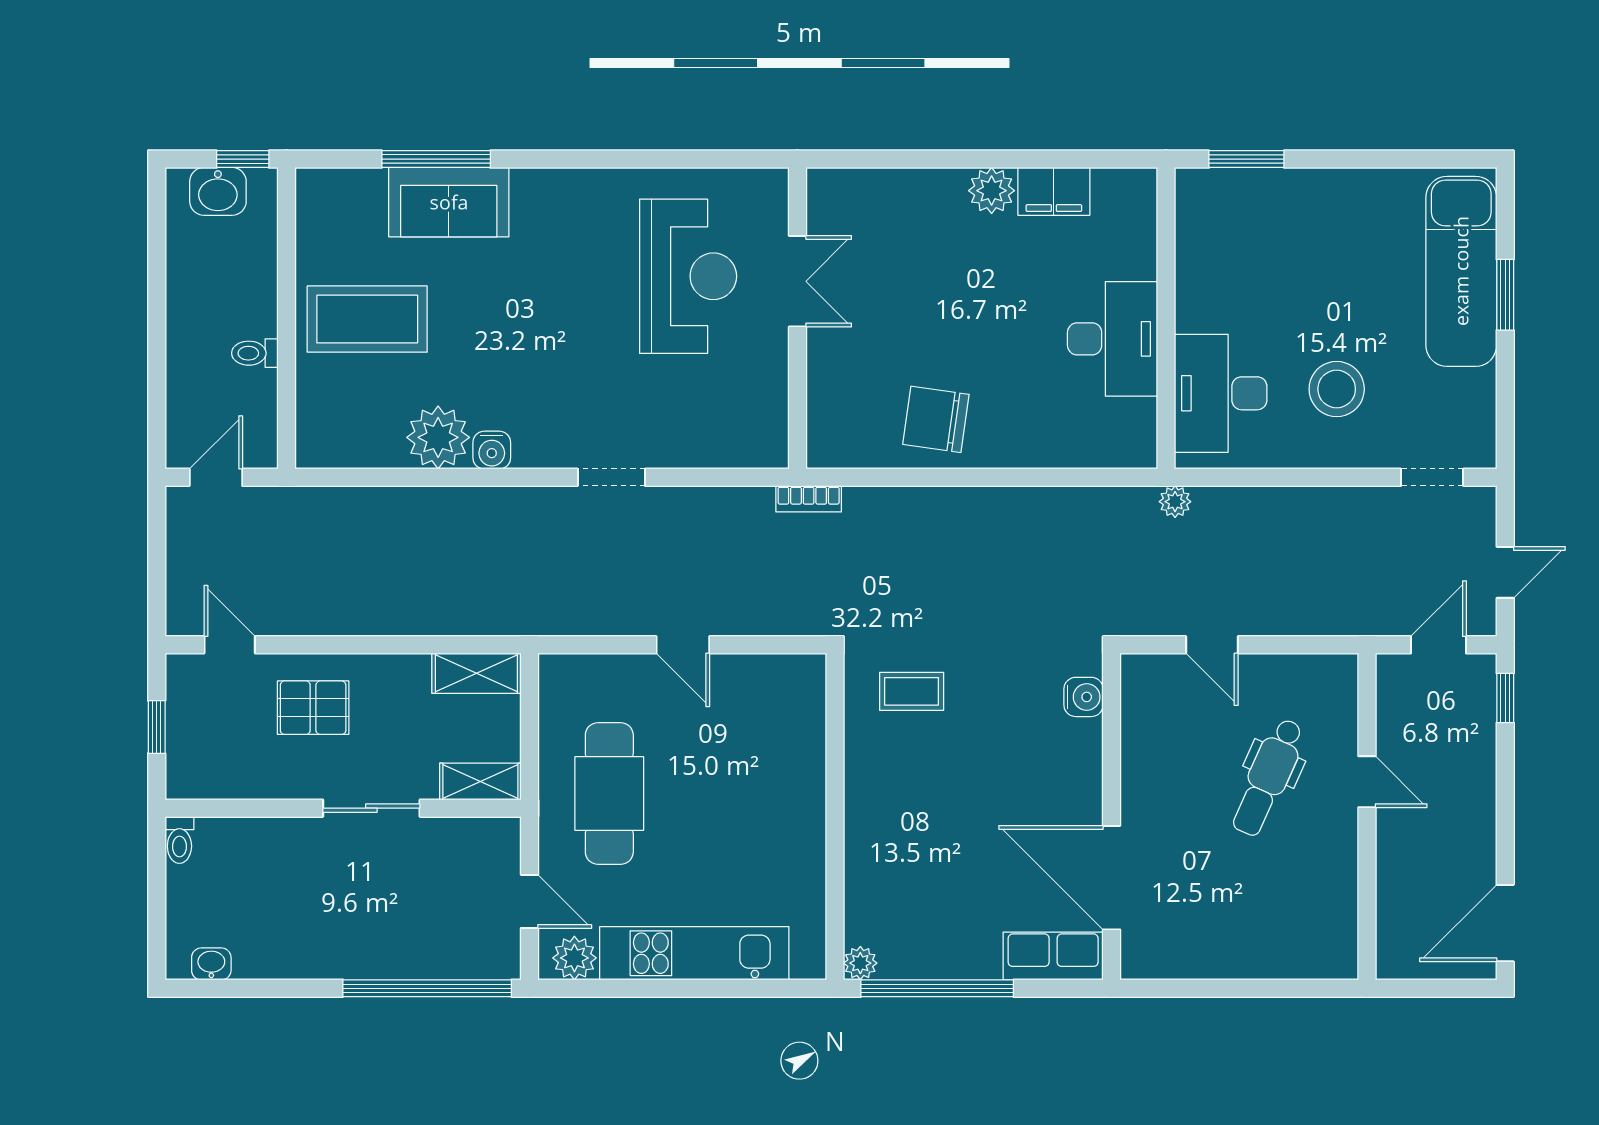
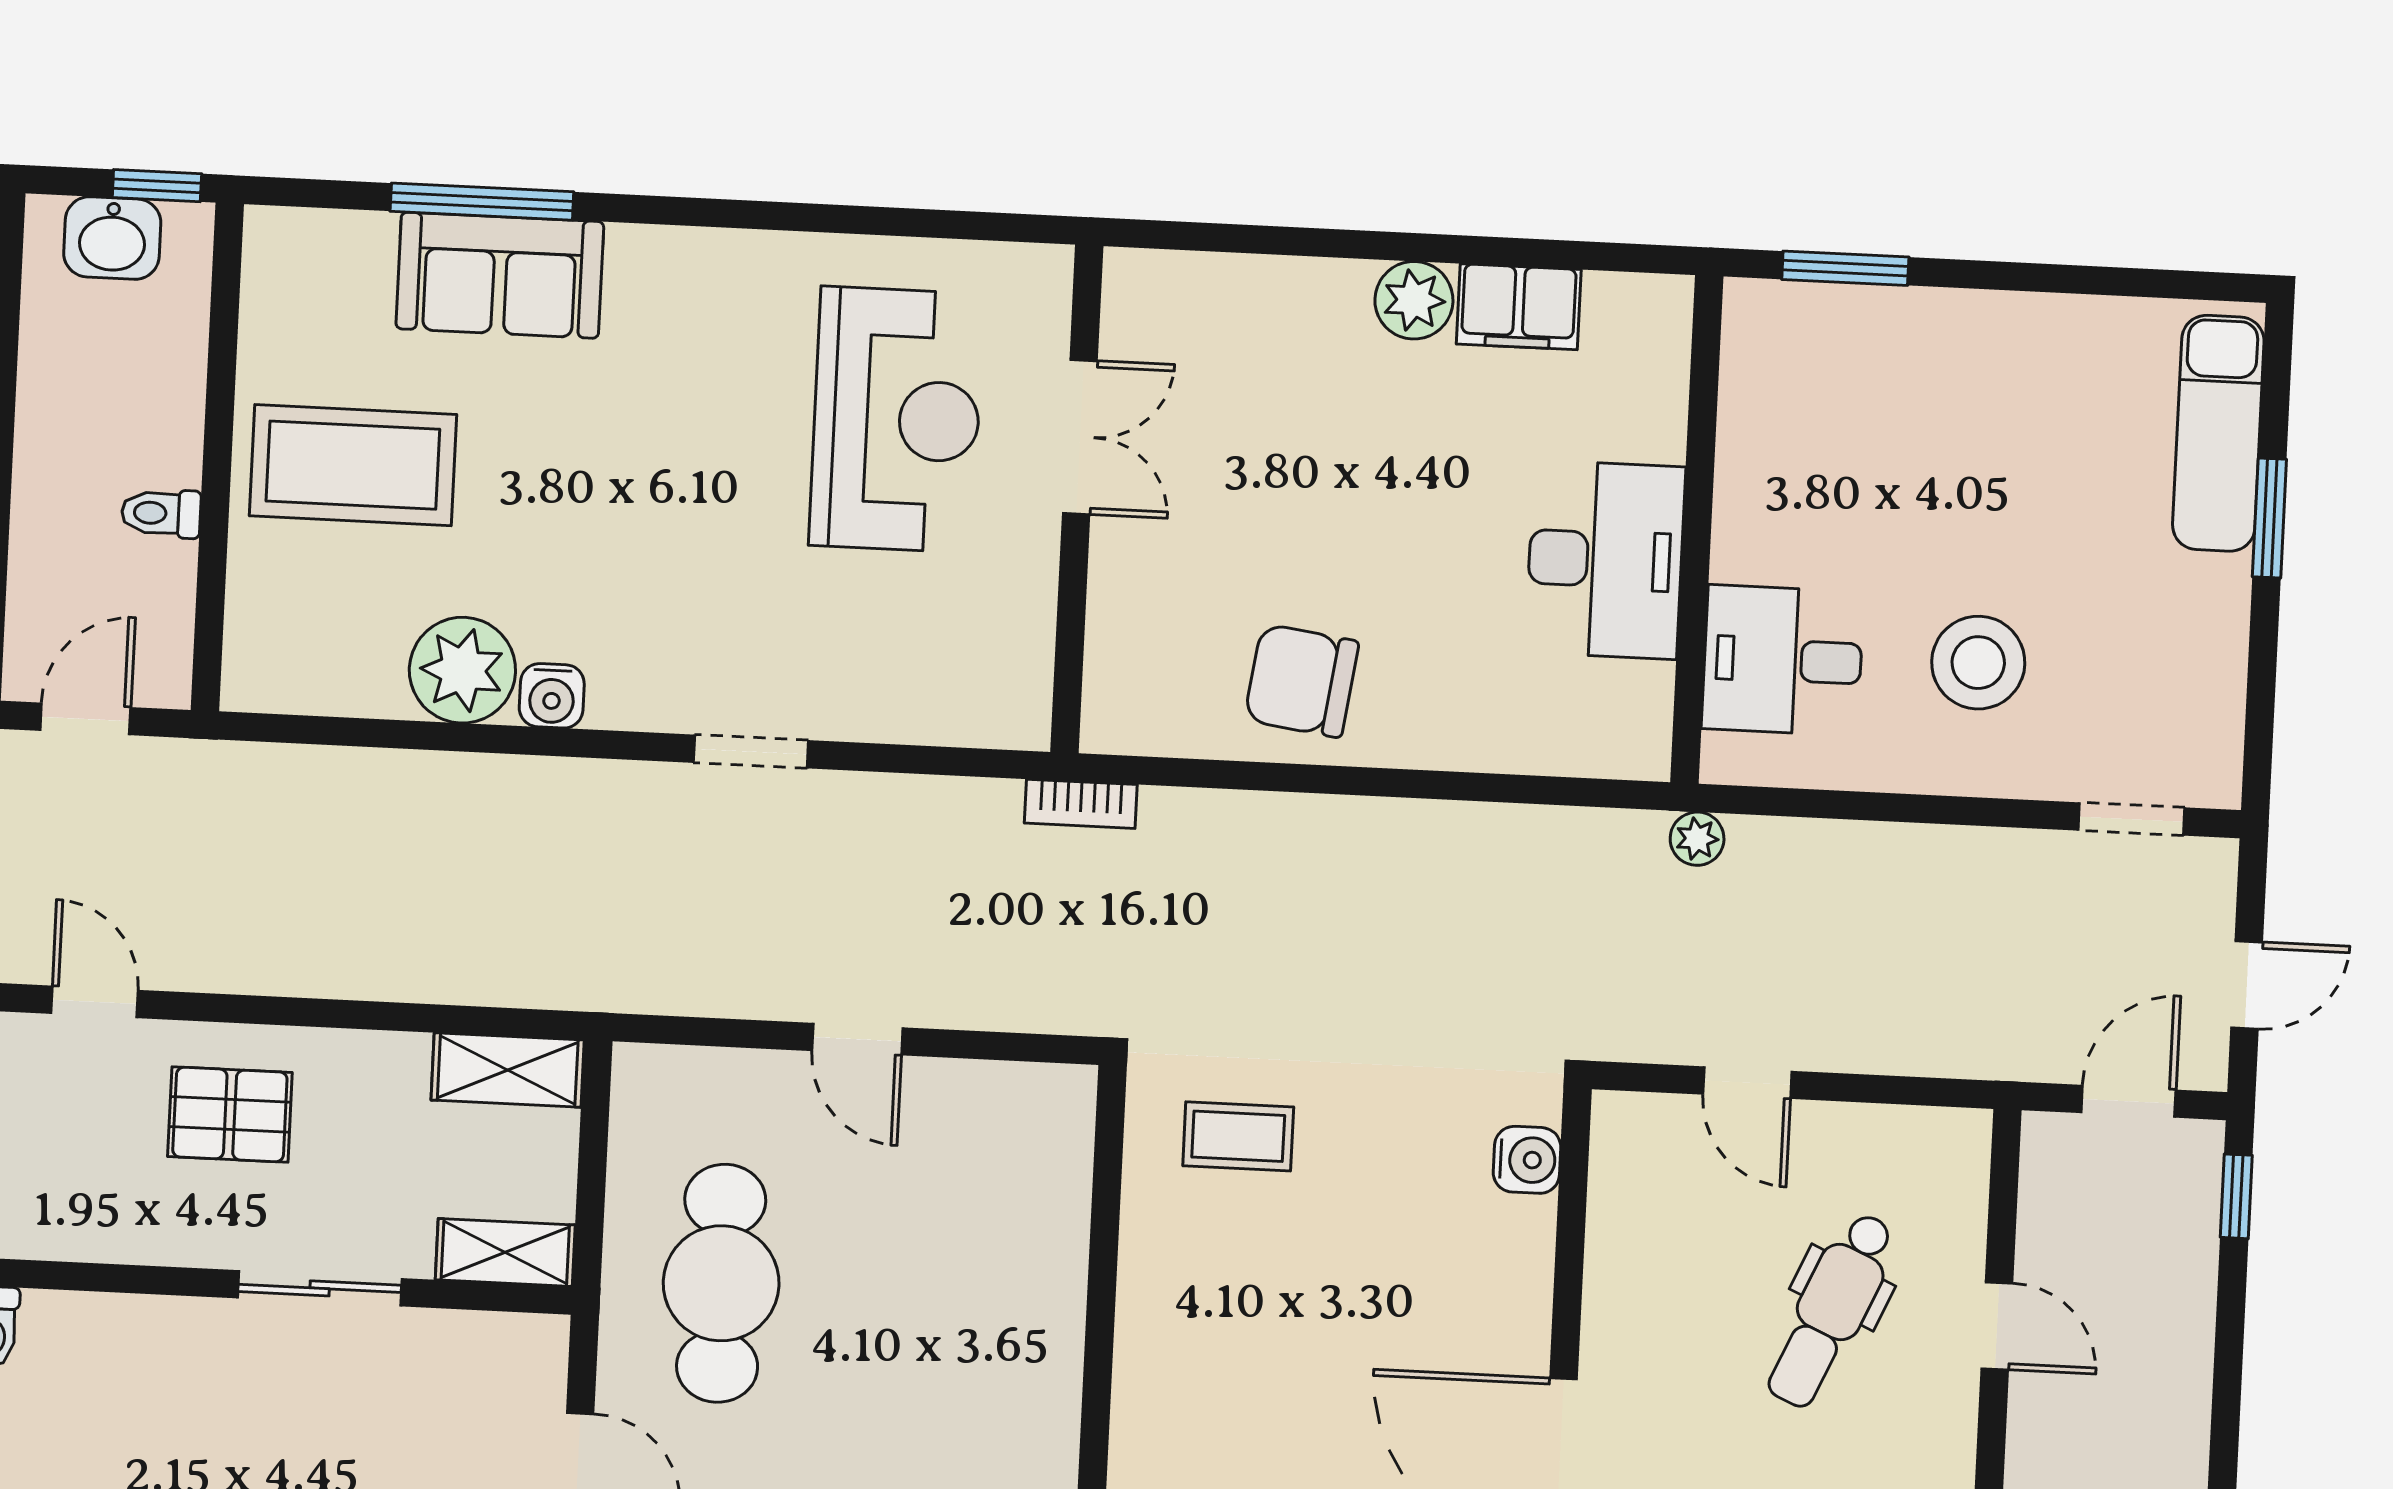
exam couch: (1461, 271) -> (2218, 433), width x0.73, depth x0.69
desk: (1221, 393) -> (1783, 660), width x0.73

